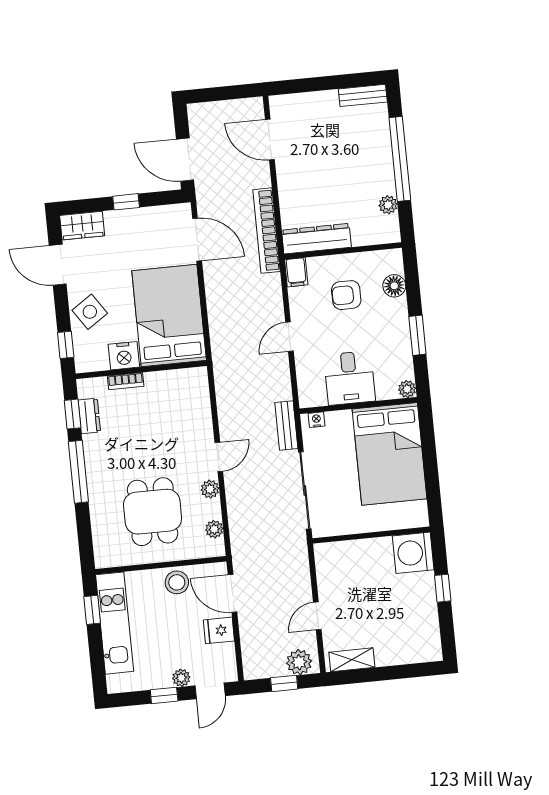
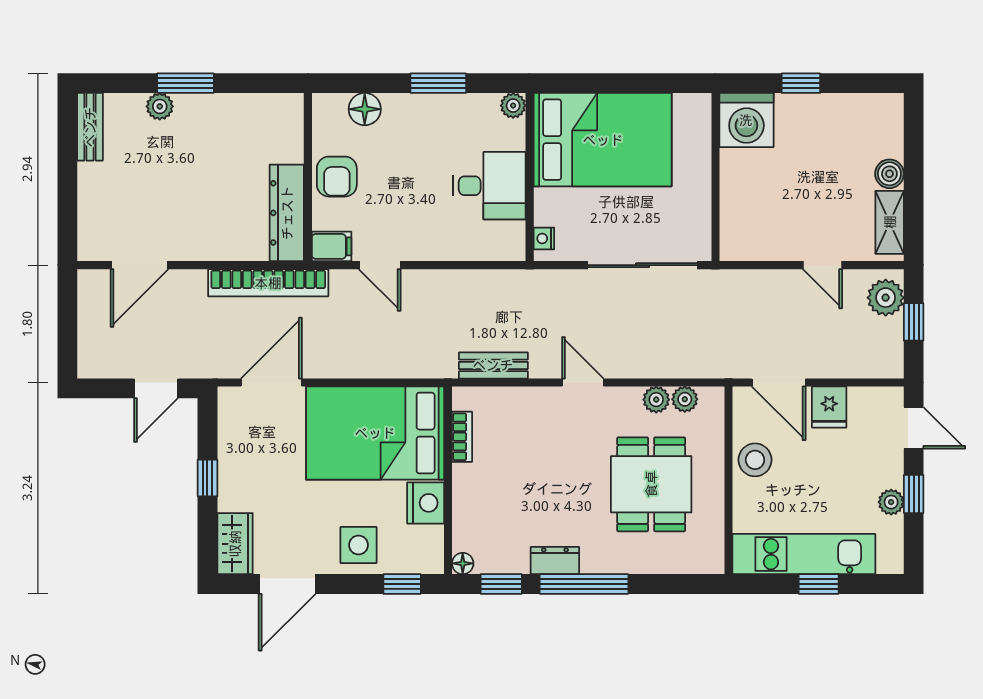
window: (400, 159) -> (185, 83), width x0.47
door: (185, 160) -> (156, 388), width x0.73
plant: (388, 205) -> (160, 106), moved
armchair: (346, 295) -> (337, 177), moved
side table: (90, 312) -> (359, 545), turned 34
door: (289, 337) -> (380, 265), moved
bookcase: (126, 381) -> (462, 437), moved
floor lamp: (84, 386) -> (463, 563), added
dresser: (89, 416) -> (555, 561), moved
bench: (286, 426) -> (493, 365), moved
plant: (210, 489) -> (656, 400), moved
dining table: (153, 512) -> (651, 484), turned 90
door: (232, 593) -> (779, 382), hinge flipped
window: (92, 610) -> (819, 584), moved
boiler: (386, 656) -> (889, 174), added
plant: (181, 678) -> (891, 502), moved

